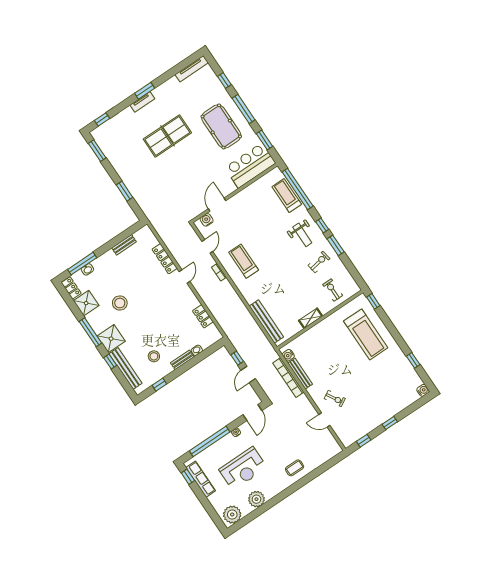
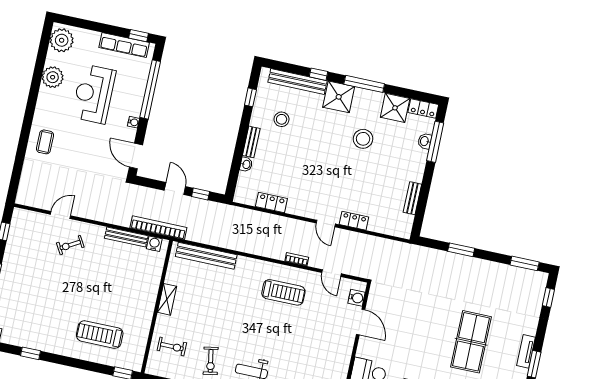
locker: (165, 259) -> (354, 221), width x0.66
treadmill: (366, 334) -> (100, 335), width x0.73, depth x0.73
bookcase: (288, 378) -> (158, 228), moved

